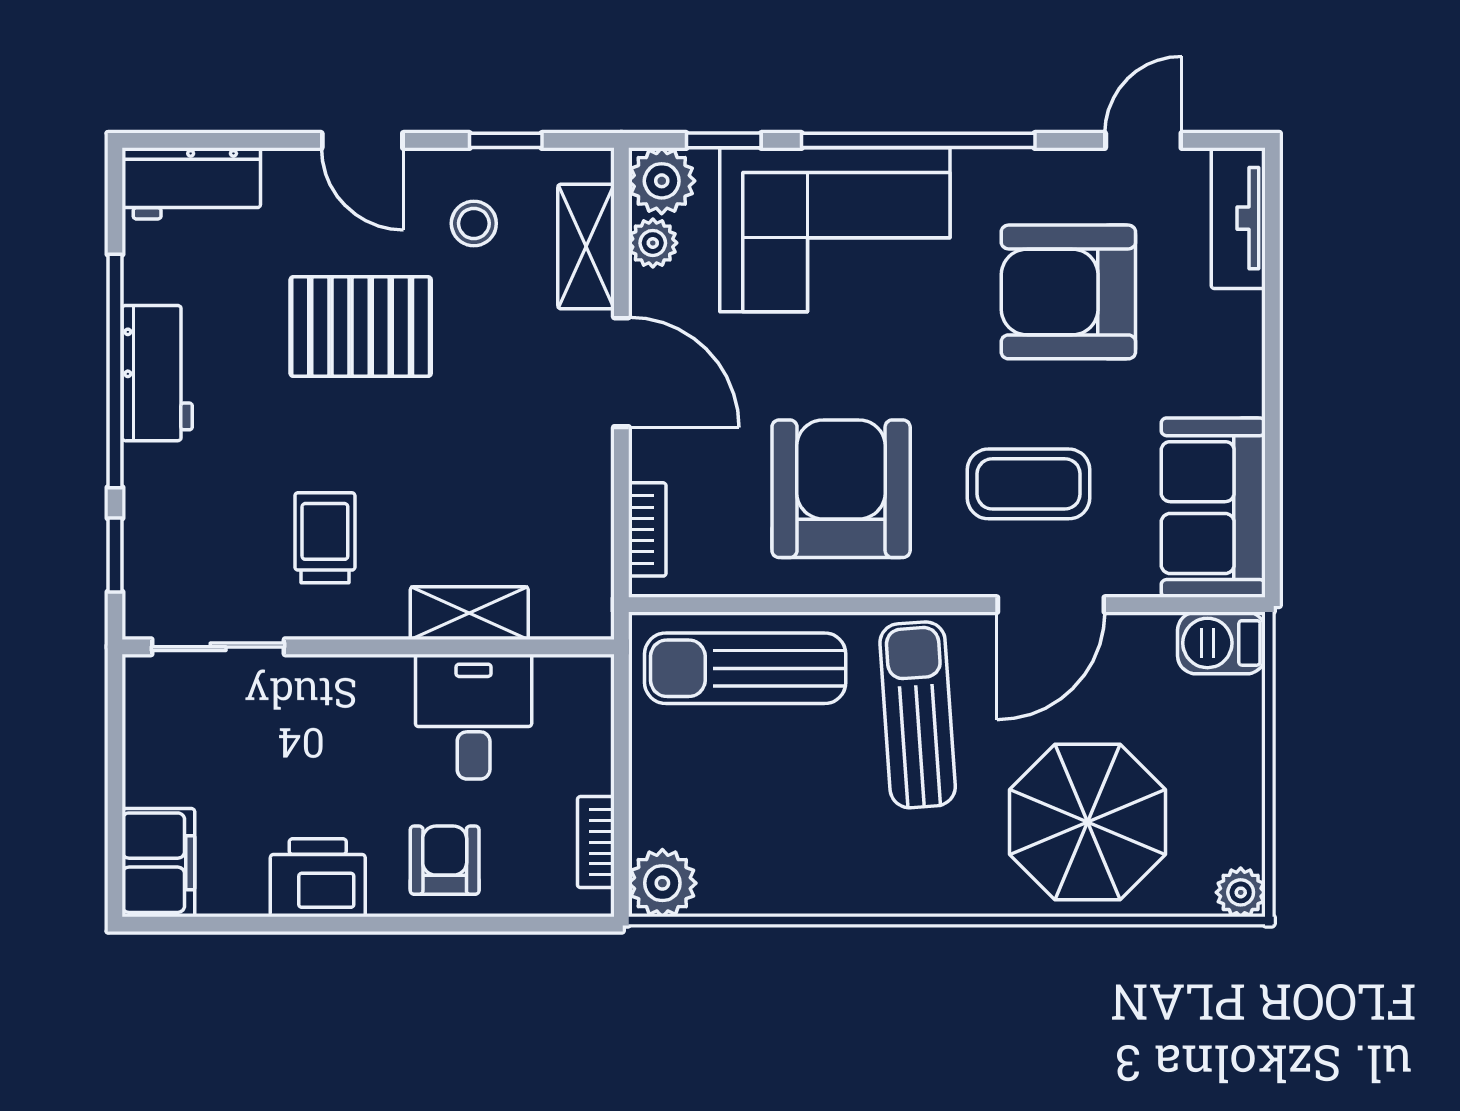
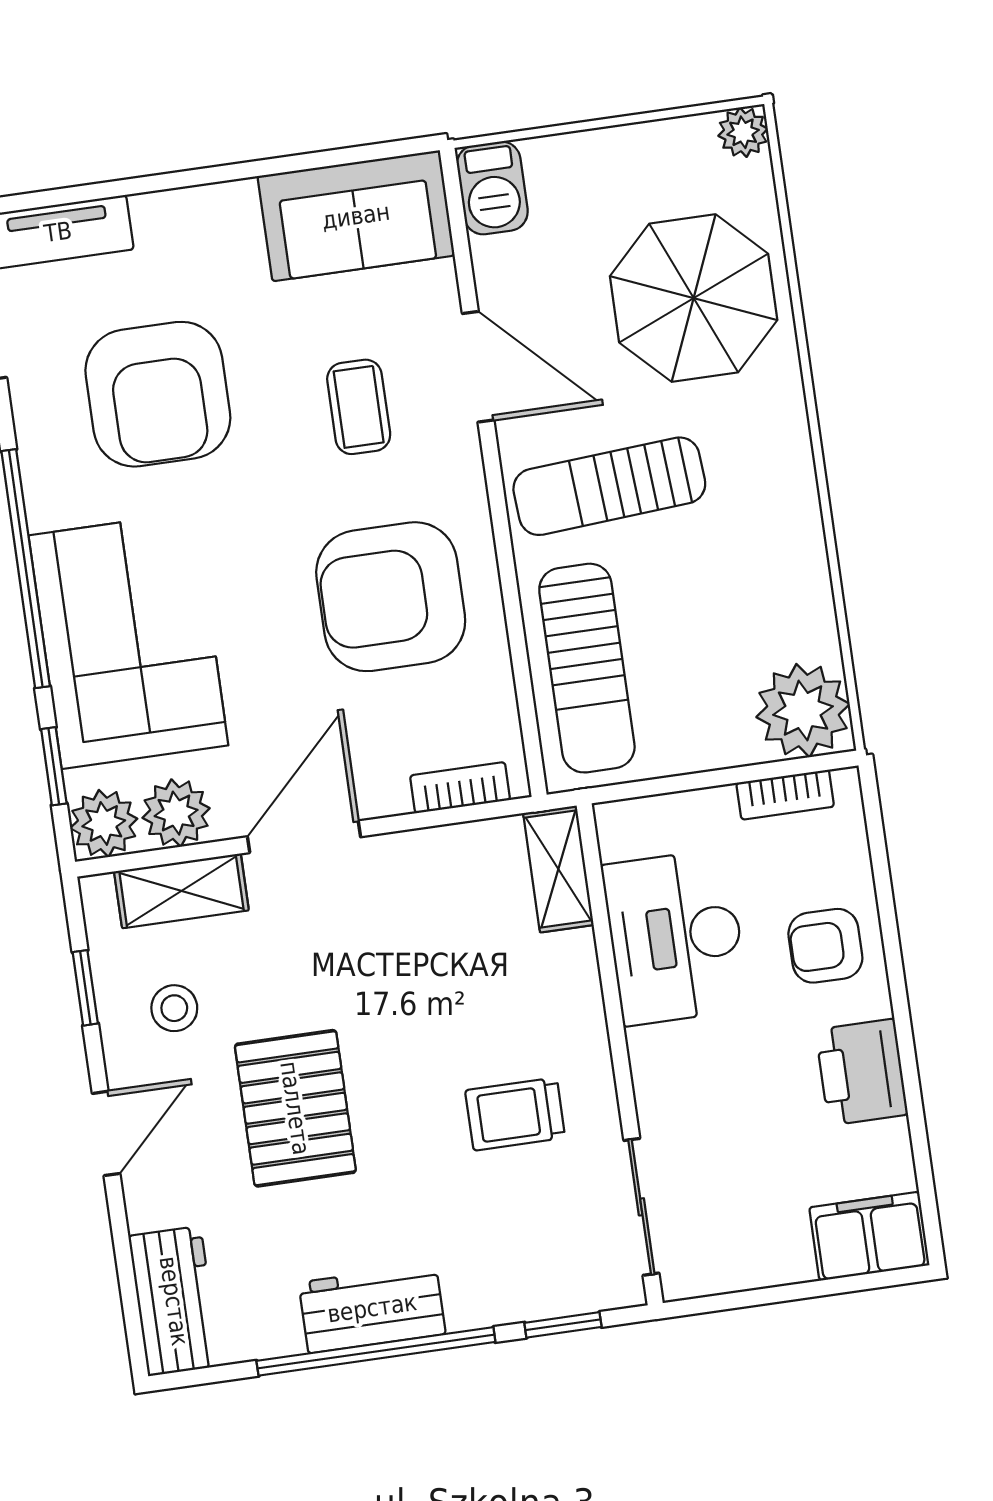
plant: (653, 243) -> (176, 813), width x1.38, depth x1.38
coffee table: (1029, 484) -> (359, 407), width x0.73, depth x0.77
shelving: (469, 613) -> (558, 869), moved
desk: (474, 717) -> (675, 937), width x1.37
plant: (662, 883) -> (803, 711), width x1.36, depth x1.36

